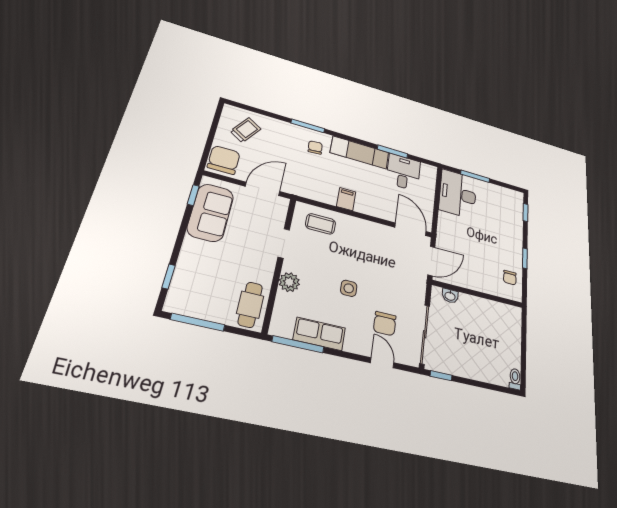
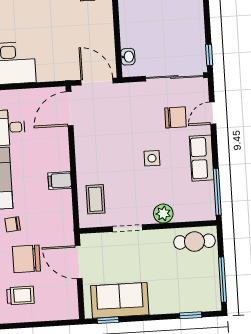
trolley: (246, 130) -> (20, 295), turned 147
chair: (224, 160) -> (26, 259), moved
row of seats: (319, 334) -> (202, 158), moved

